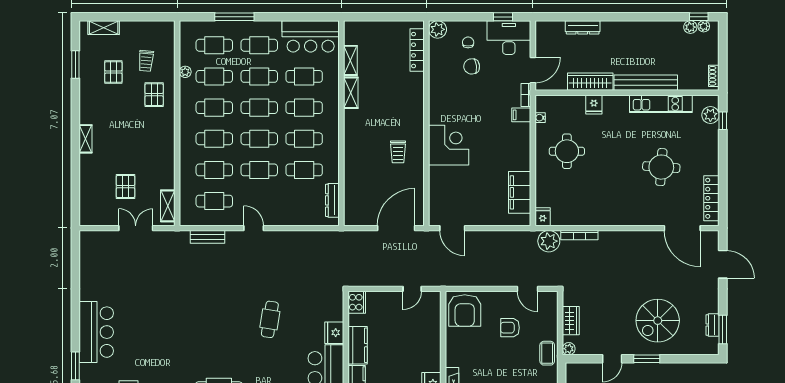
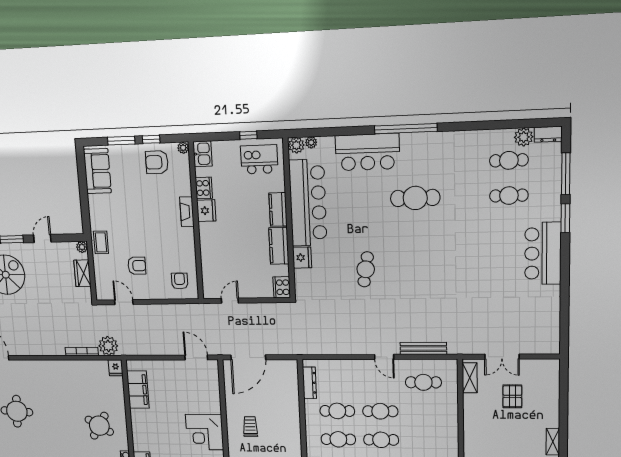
cafe table: (214, 139) -> (425, 440), removed
round table: (567, 151) -> (99, 426), turned 31
cafe table: (214, 170) -> (424, 412), removed
bench: (208, 237) -> (423, 348), width x1.36
armchair: (465, 310) -> (180, 281), width x0.53, depth x0.53

